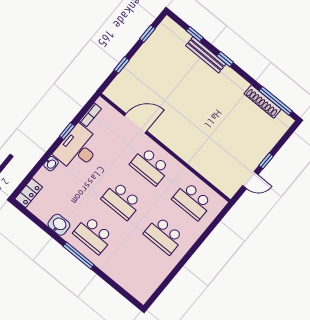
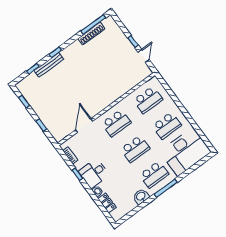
desk: (78, 148) -> (94, 173), width x0.73
locker: (29, 193) -> (107, 203), moved
desk: (135, 270) -> (185, 152), added

